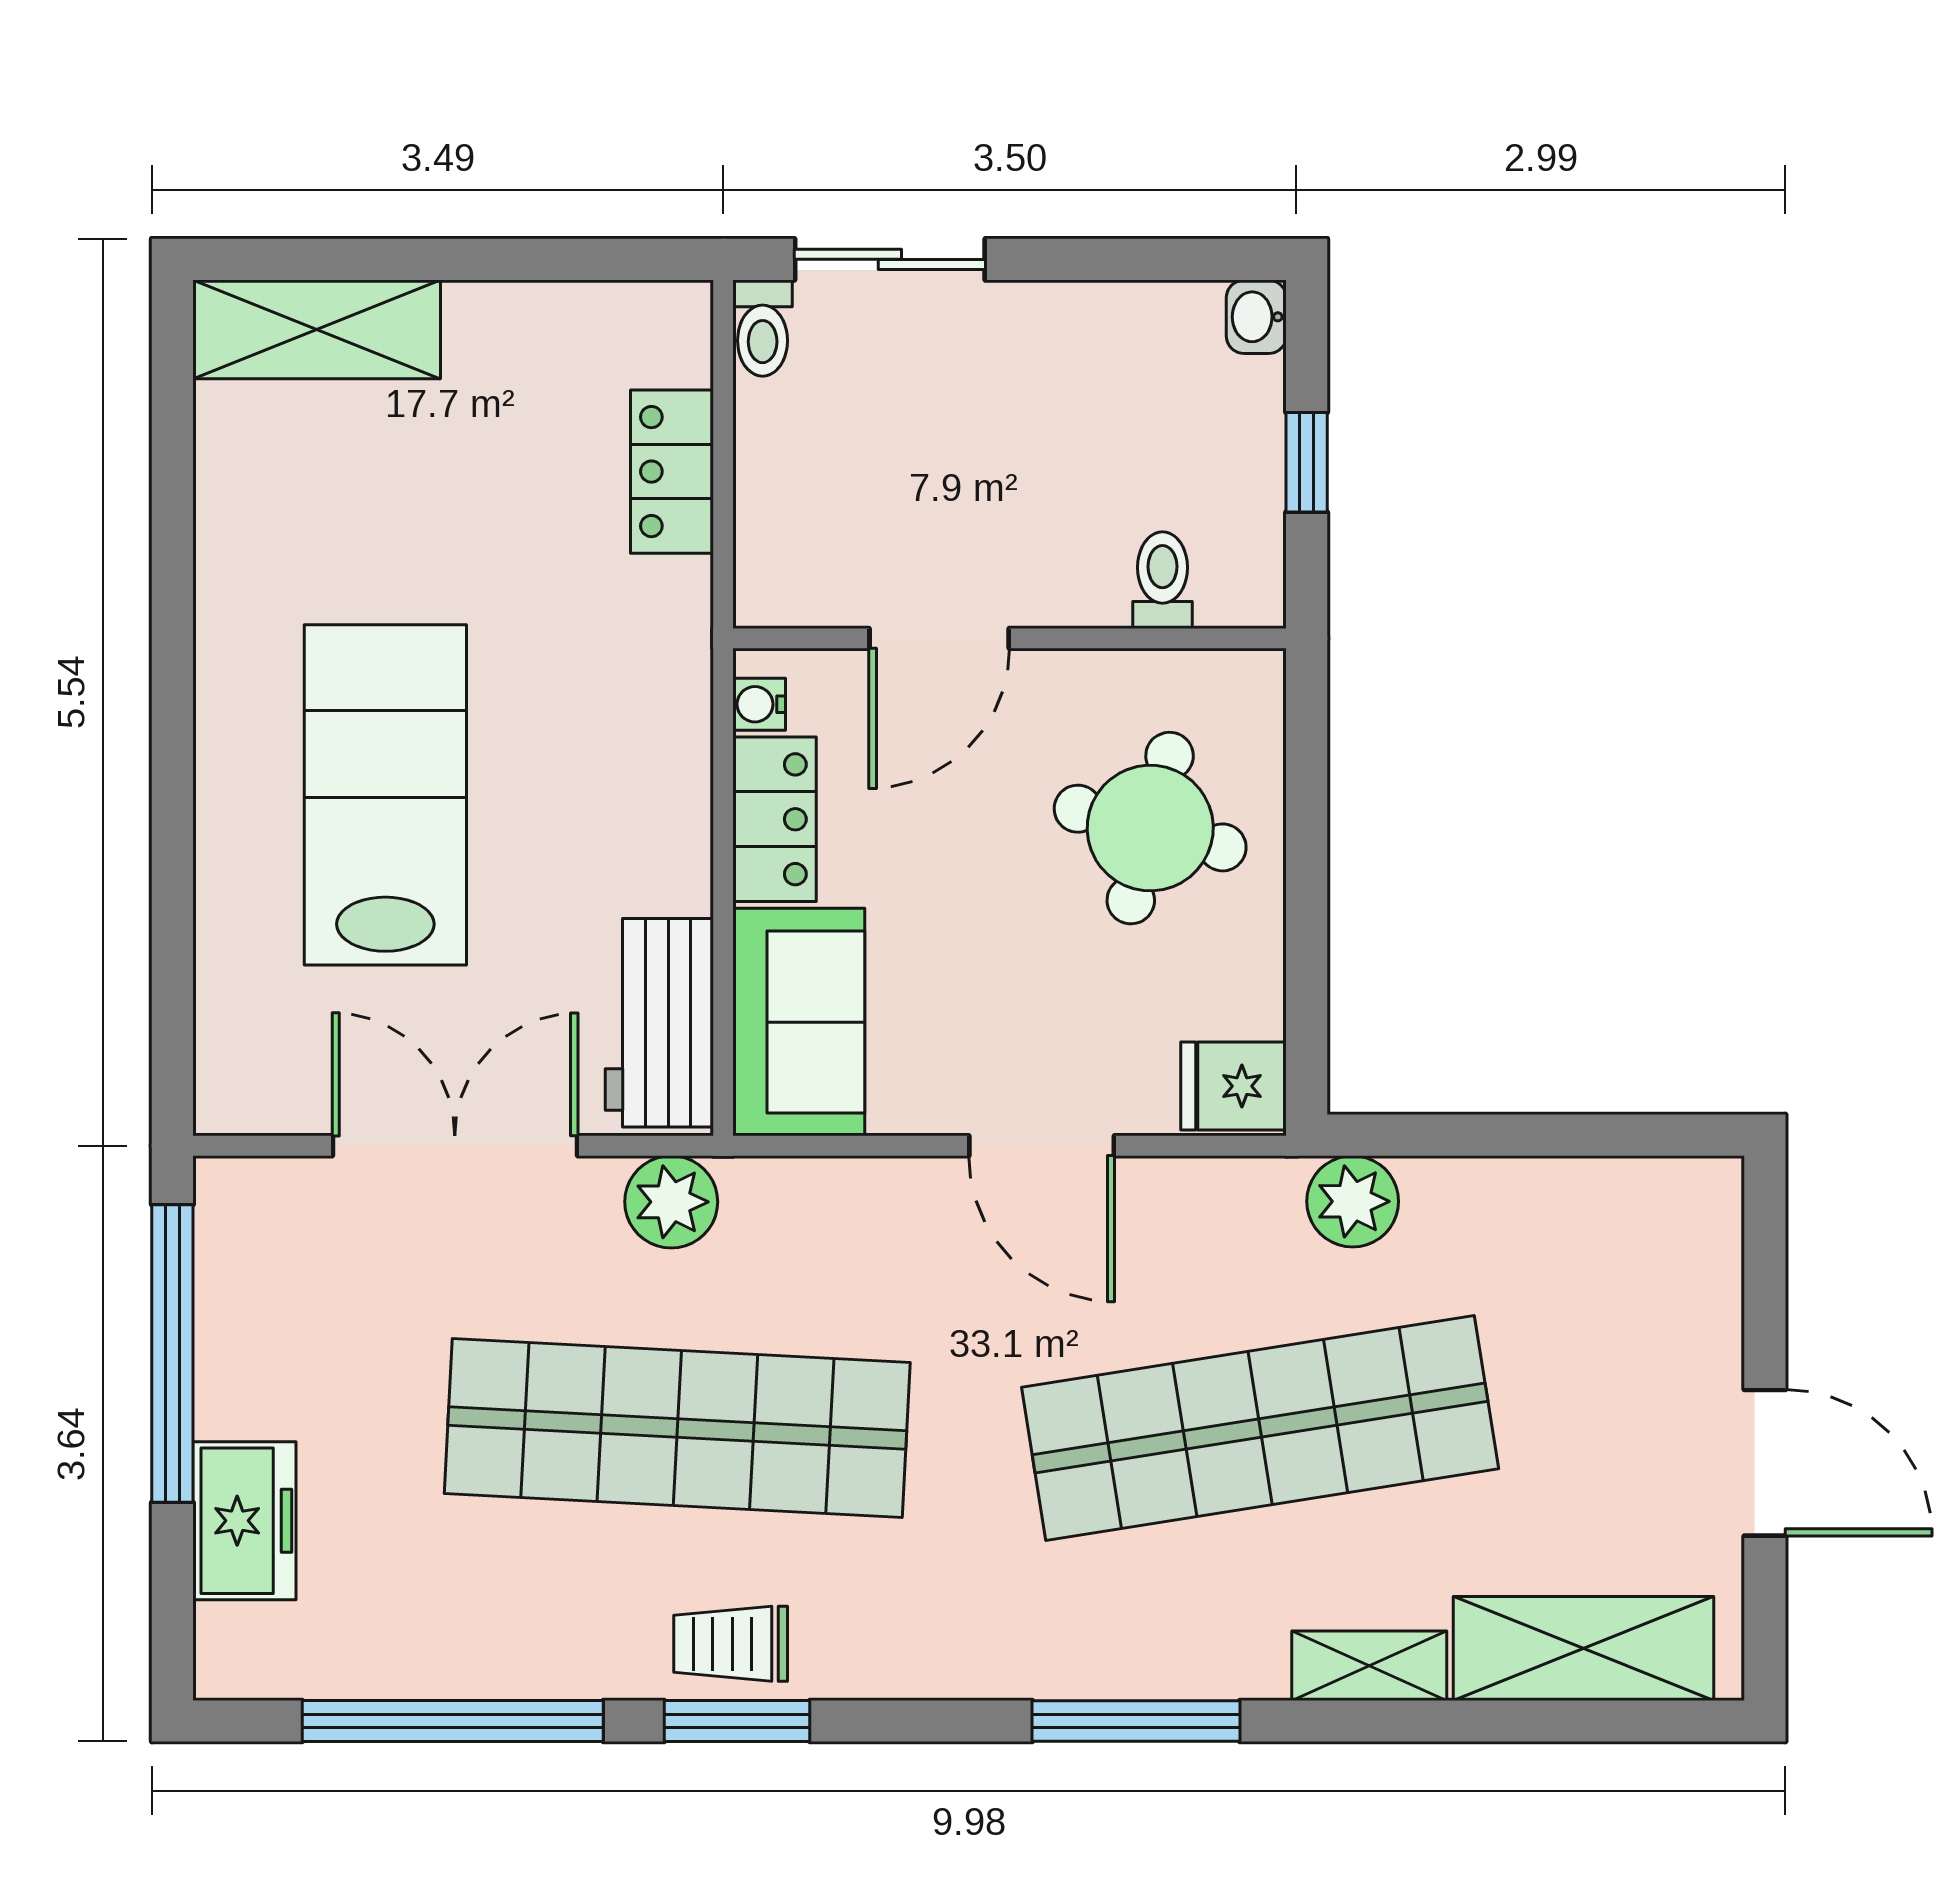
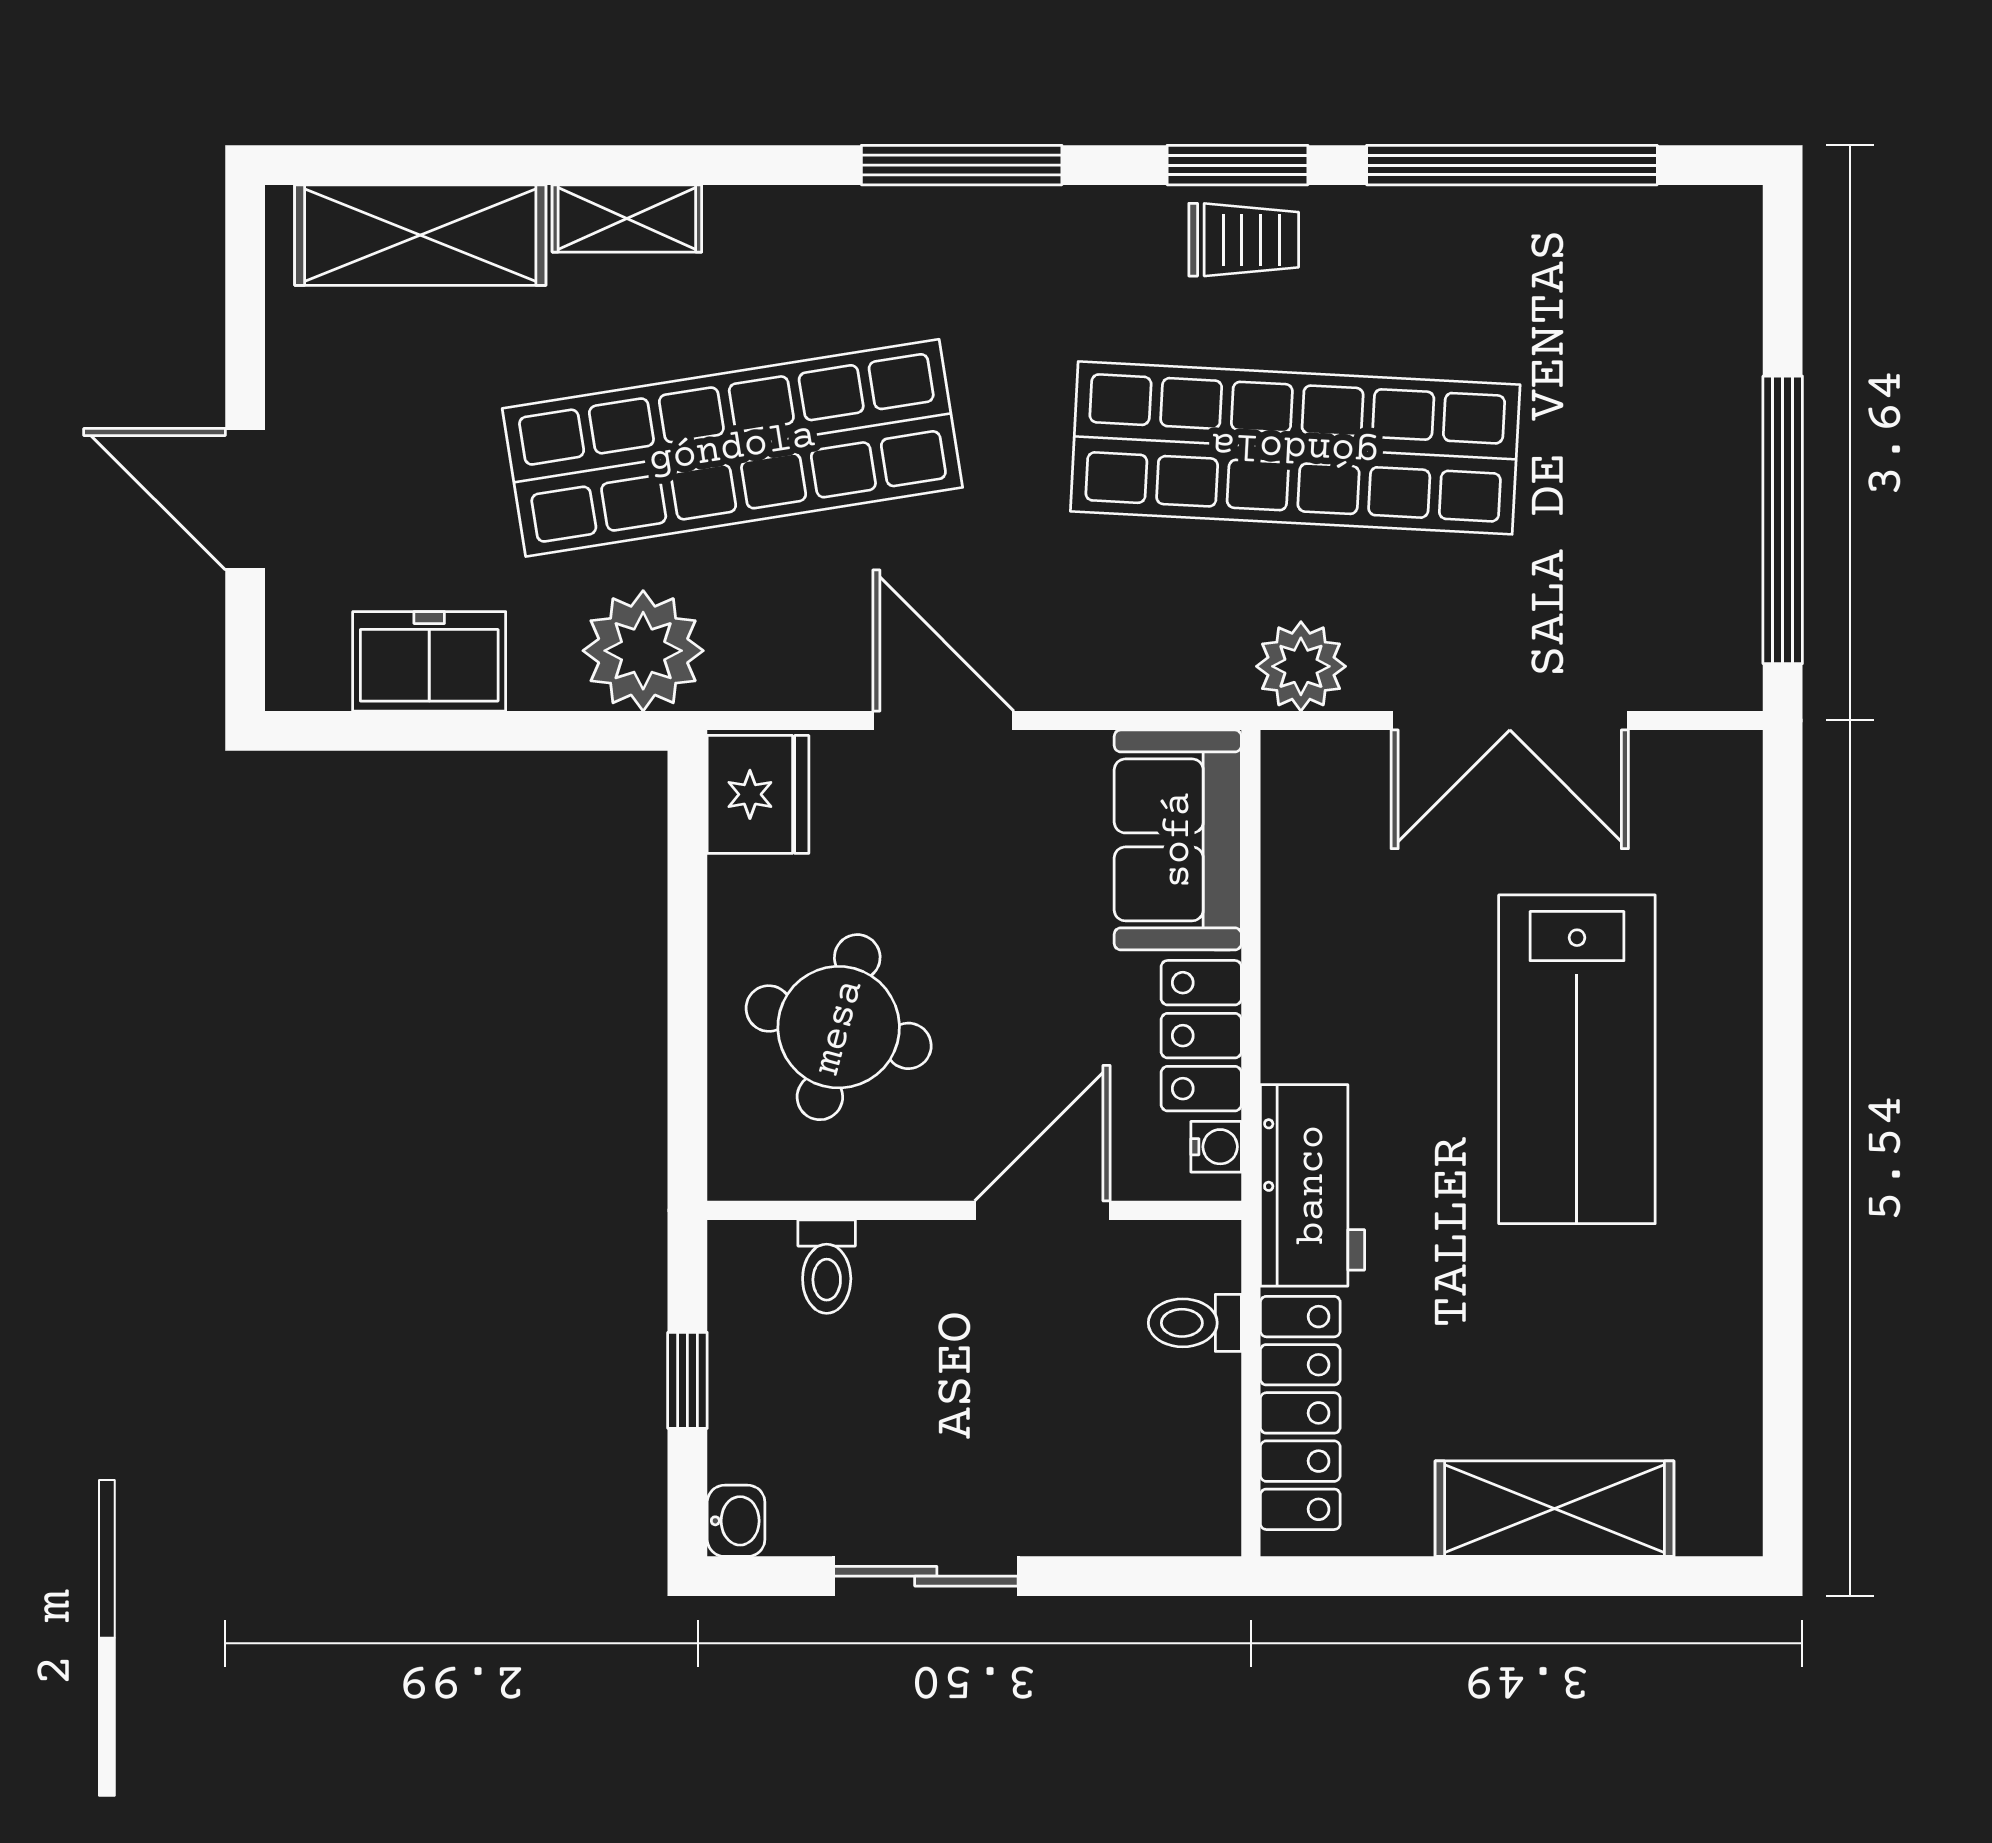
sliding door: (890, 259) -> (926, 1576), moved
toilet: (763, 328) -> (1195, 1323), moved, turned -90
shelving: (317, 329) -> (1555, 1509), moved
locker: (672, 472) -> (1300, 1413), width x1.53
workbench: (659, 1023) -> (1312, 1185), moved
fridge: (1234, 1086) -> (758, 794), width x1.38
plant: (1353, 1201) -> (643, 651), width x1.36, depth x1.36
door: (1765, 1463) -> (245, 499), moved
freezer: (244, 1521) -> (429, 661), moved, turned 90
window: (1136, 1721) -> (962, 165), moved

